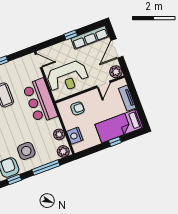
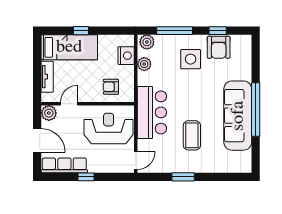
door: (117, 48) -> (37, 140), hinge flipped
door: (39, 61) -> (136, 160), swing flipped

